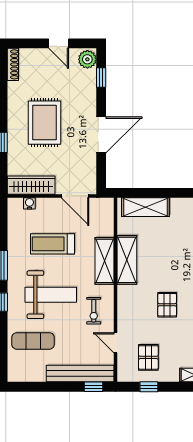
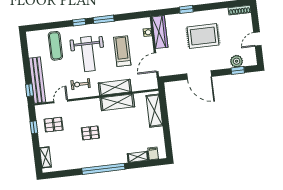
plant: (87, 59) -> (237, 61), moved

